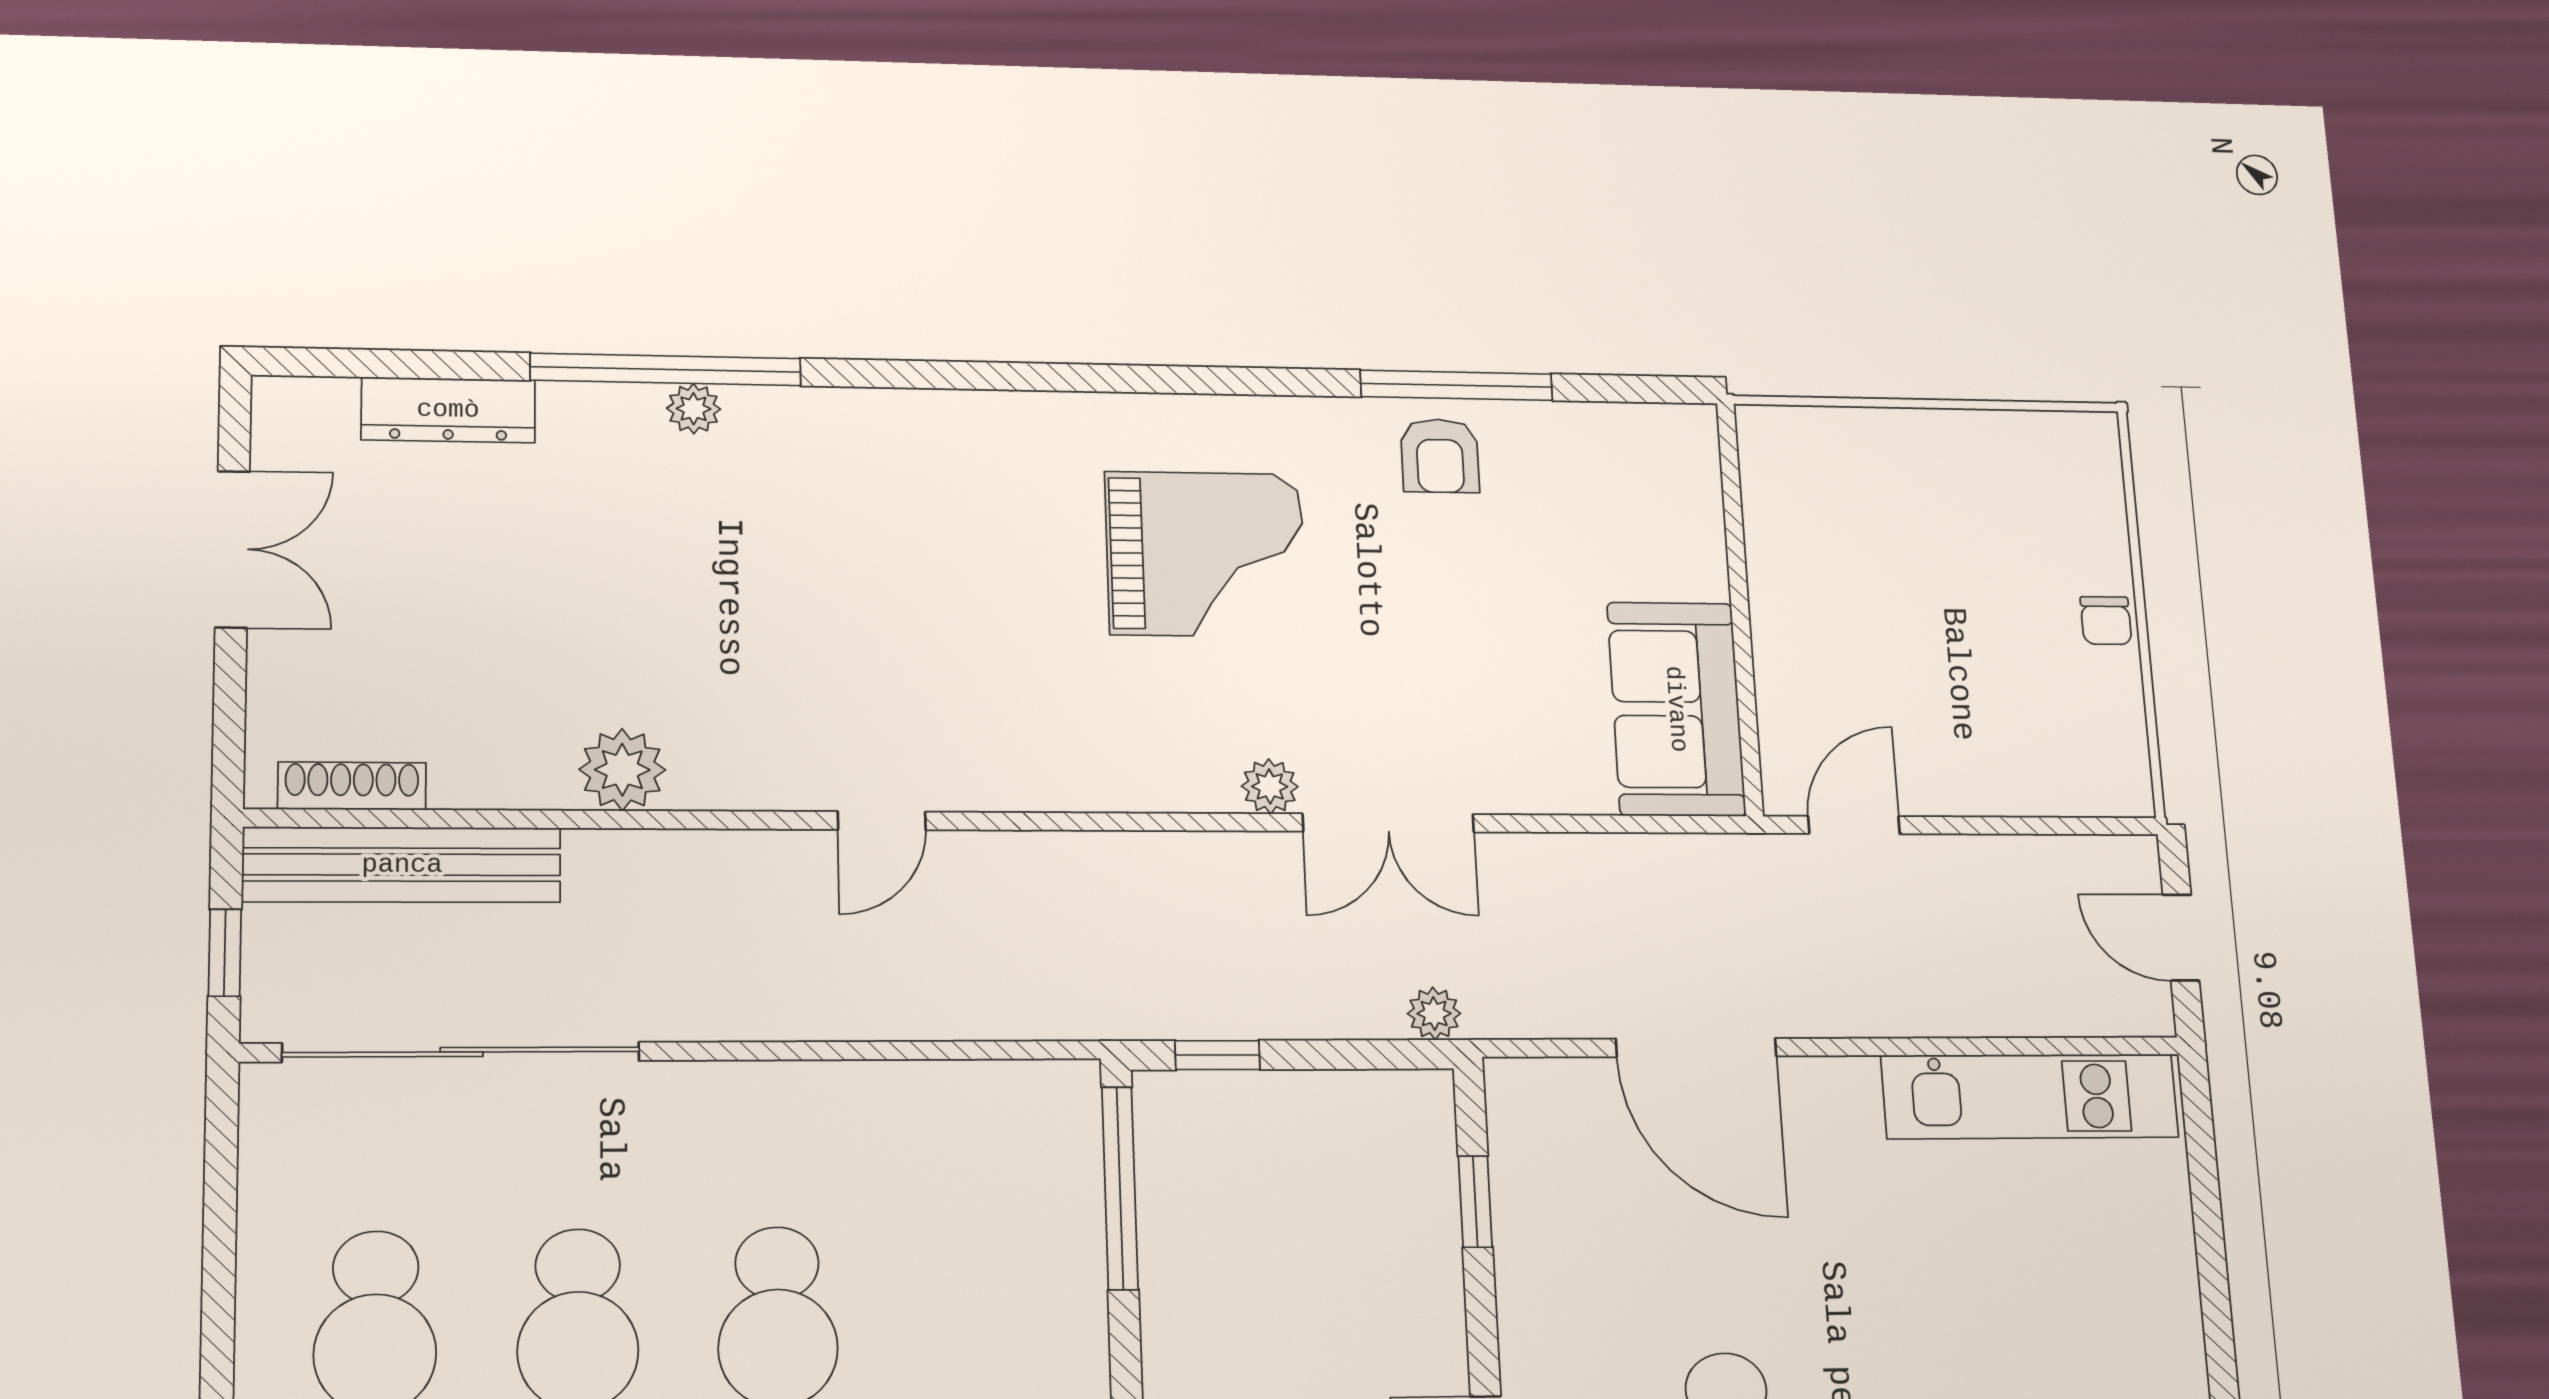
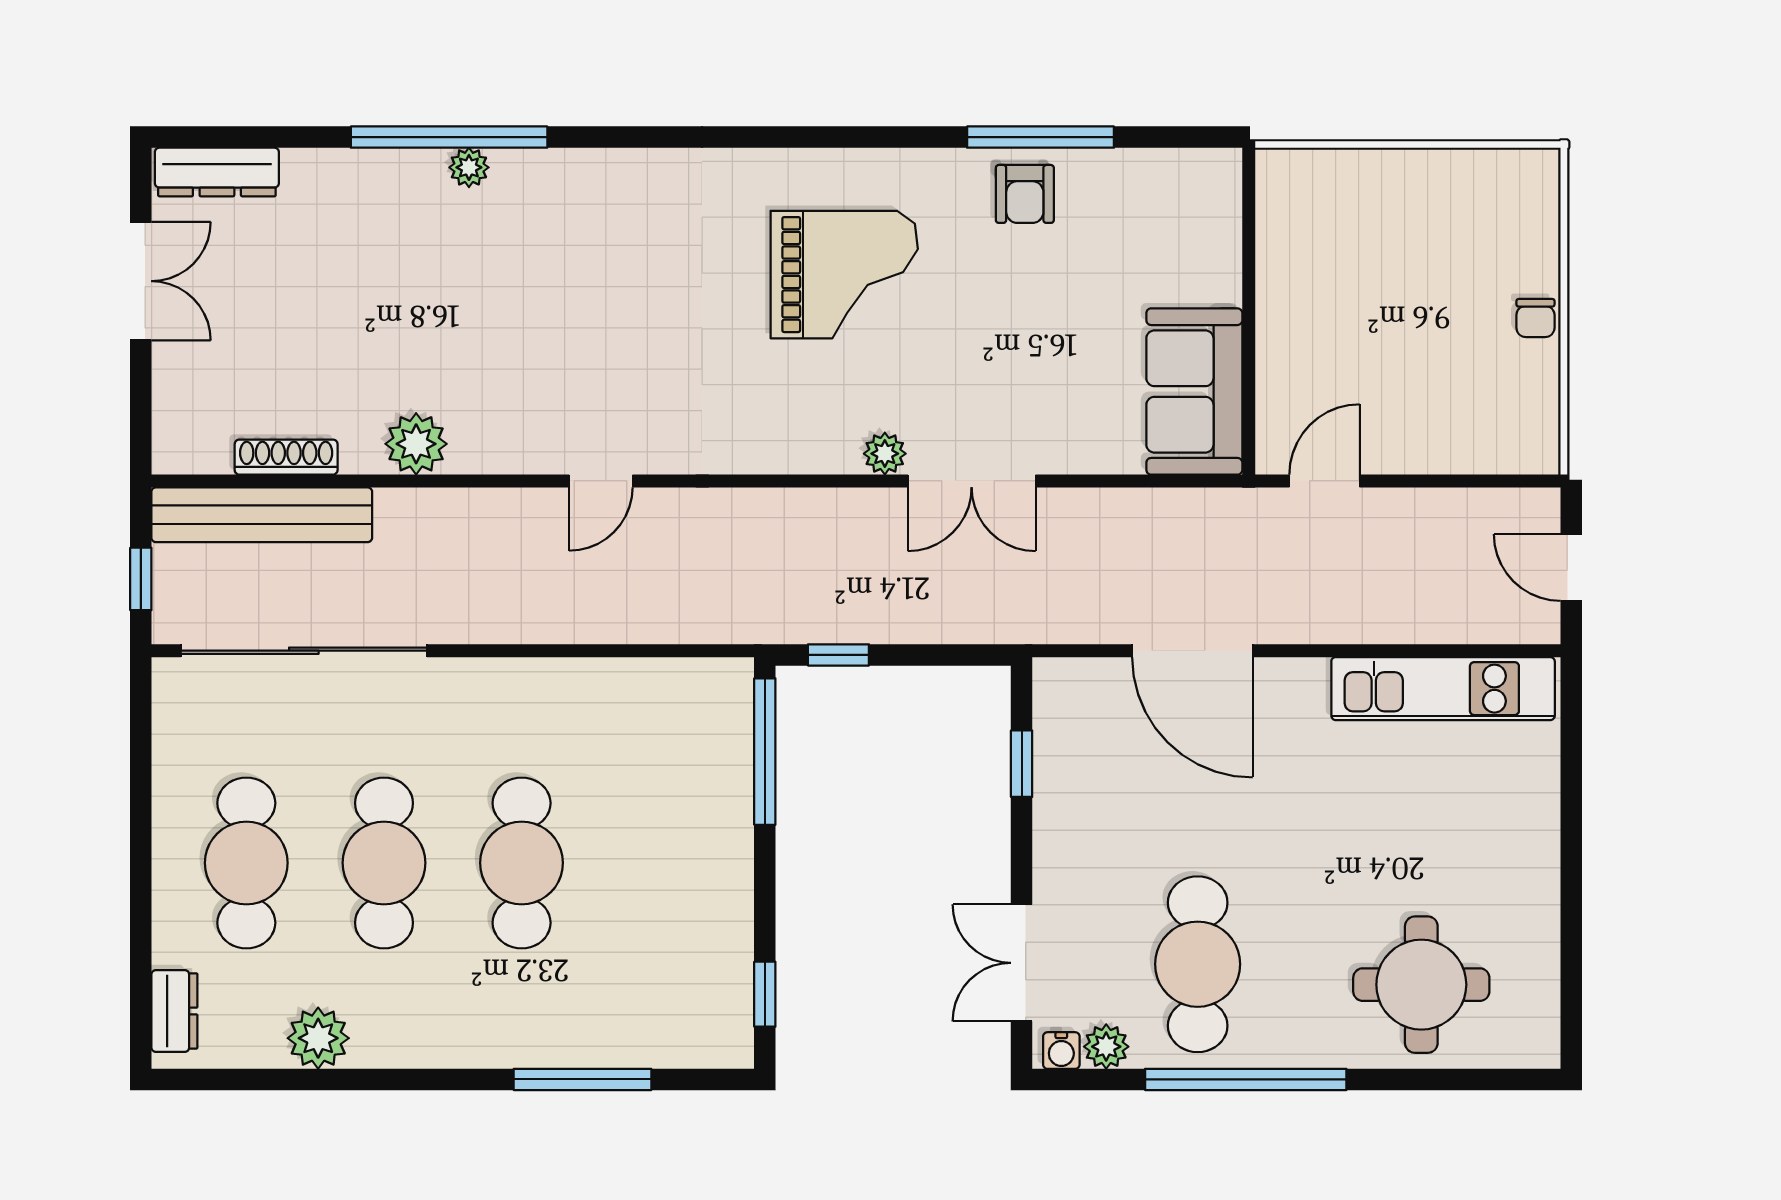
dresser: (448, 410) -> (217, 172), moved
shoe rack: (352, 786) -> (286, 457), moved
plant: (1434, 1013) -> (998, 625), removed

